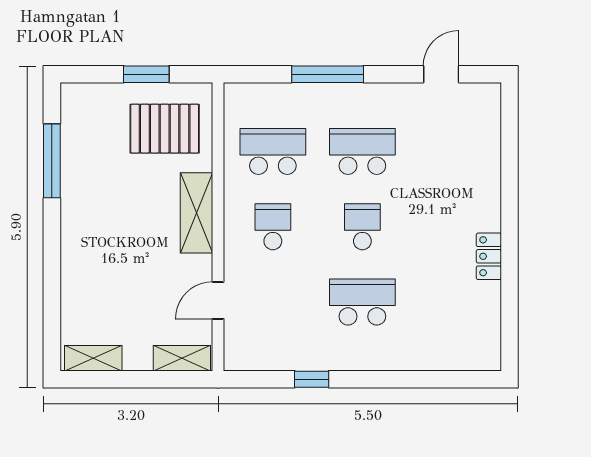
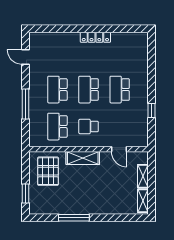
window: (146, 74) -> (26, 194), moved
window: (52, 161) -> (74, 218), moved
school desk: (362, 227) -> (89, 90), width x1.85
locker: (489, 256) -> (95, 37), width x1.53
shelving: (182, 358) -> (143, 176), moved

